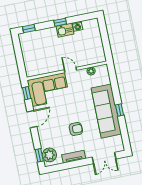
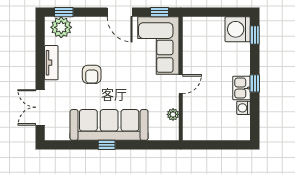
washing machine: (27, 40) -> (238, 29), added

